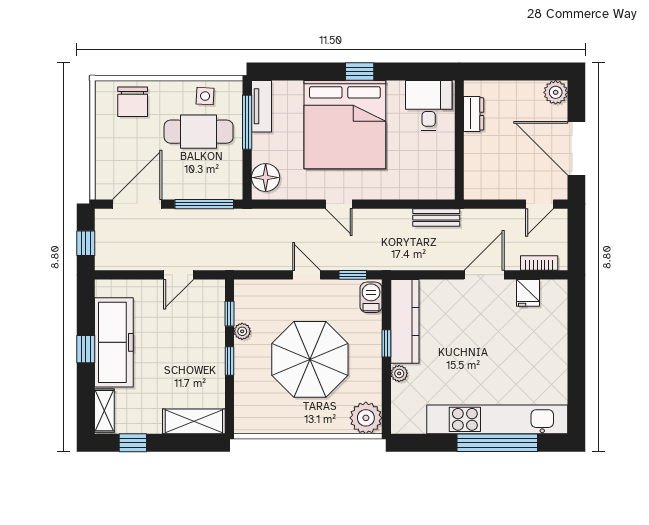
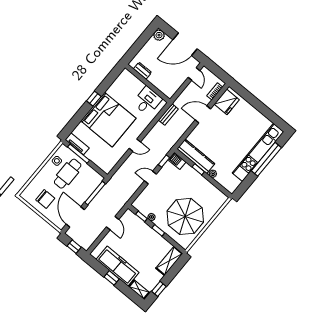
chair: (133, 102) -> (45, 199), moved
desk: (429, 105) -> (147, 101), moved, turned 90
floor lamp: (266, 178) -> (104, 163), removed
door: (484, 275) -> (203, 114), hinge flipped
fridge: (528, 293) -> (227, 102), width x1.88, depth x1.34
parasol: (310, 359) -> (185, 216), moved
plant: (366, 418) -> (219, 199), removed

